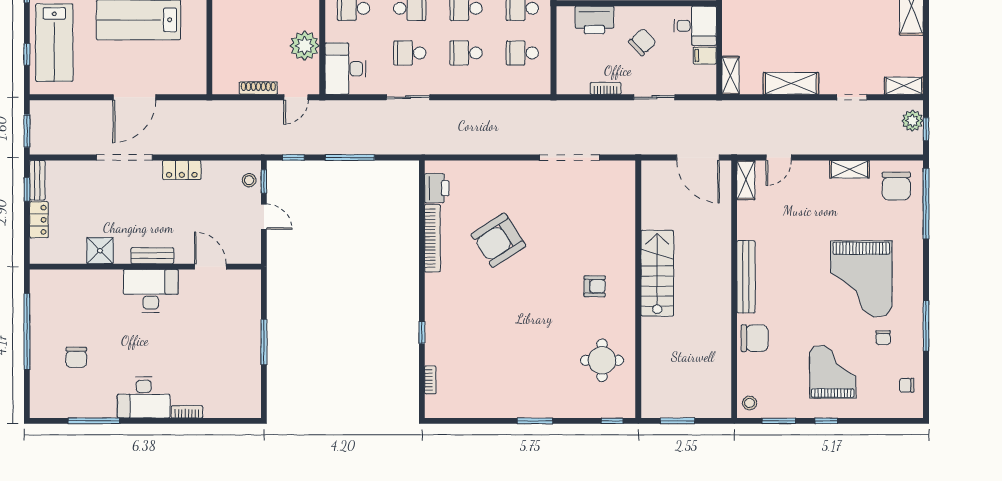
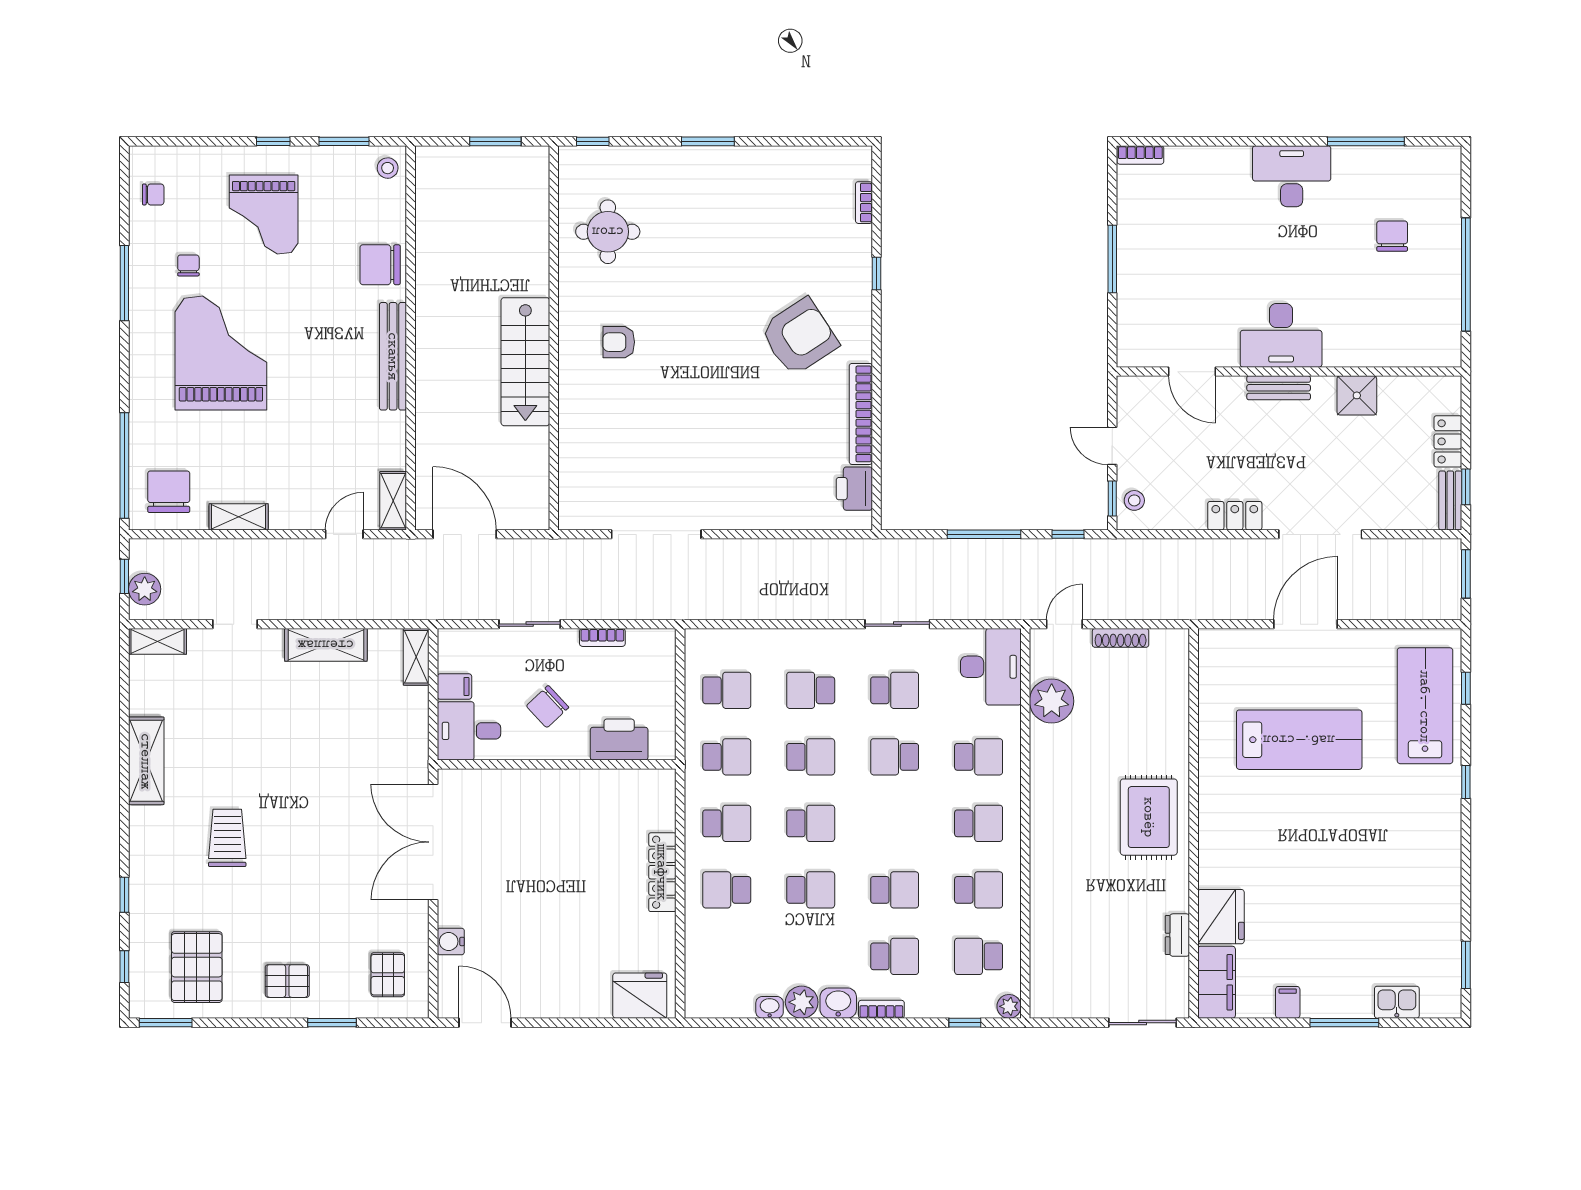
school desk: (466, 53) -> (811, 690), turned 180
armchair: (498, 240) -> (799, 337), moved
bookcase: (187, 412) -> (1140, 155), moved

